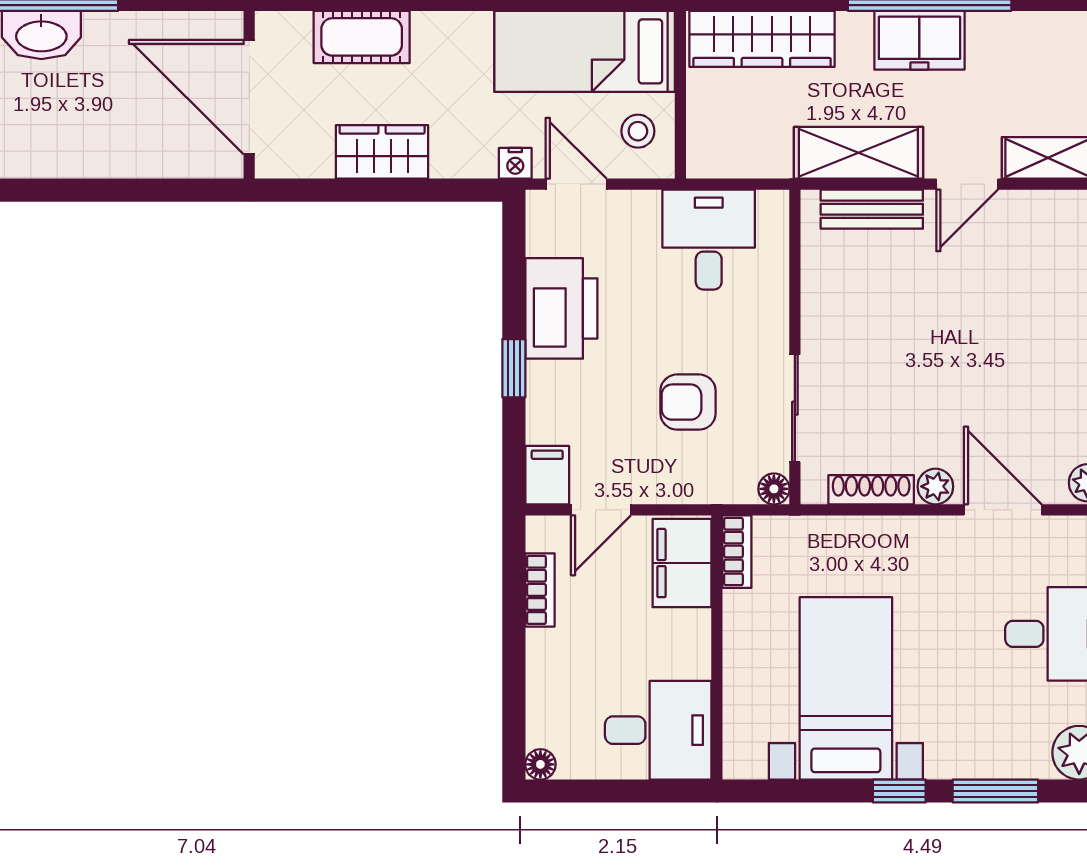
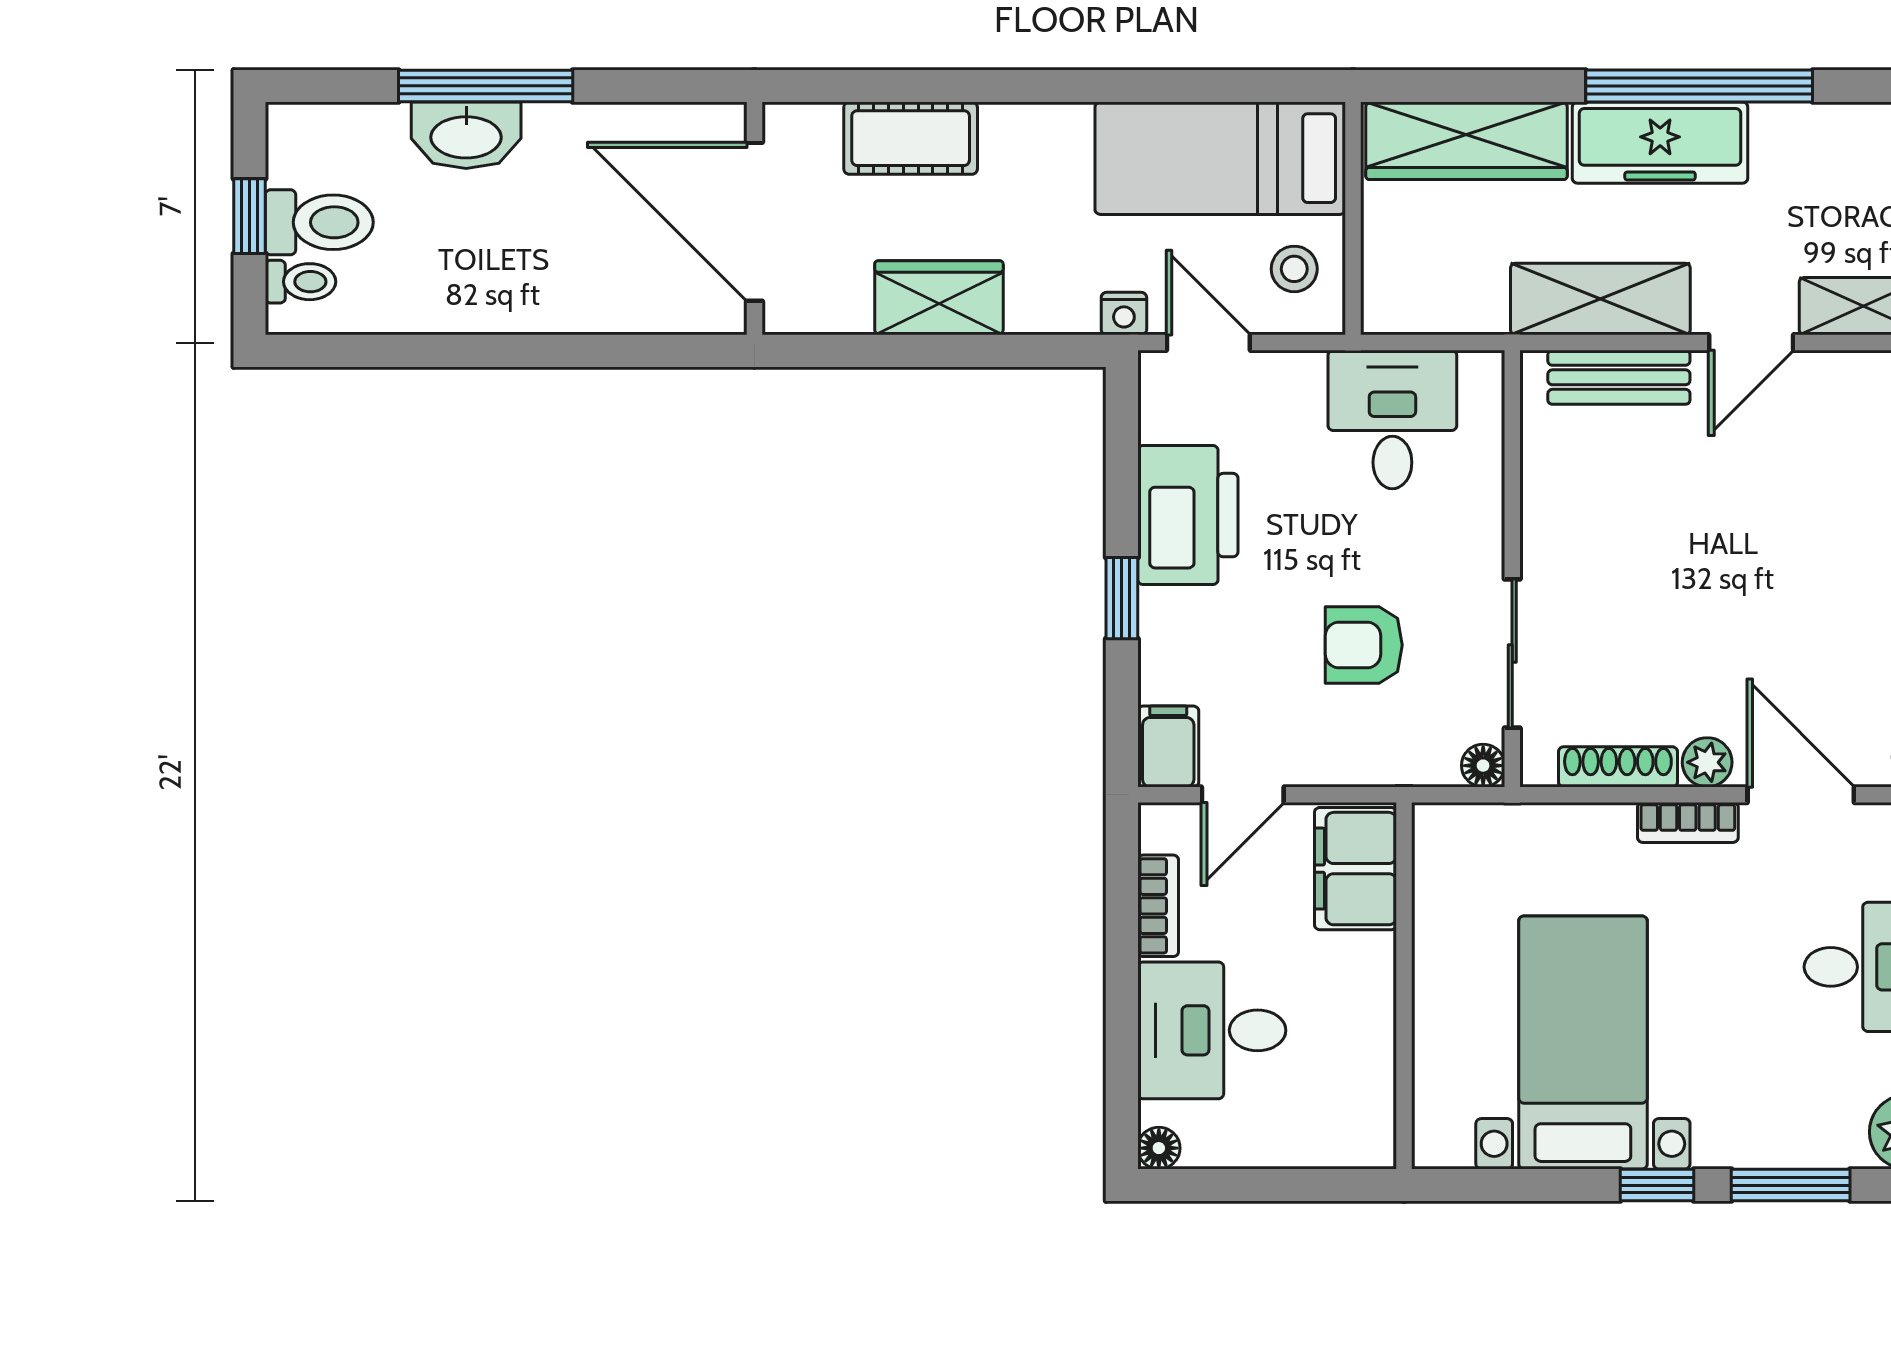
freezer: (919, 40) -> (1660, 143), width x1.40
bookcase: (737, 552) -> (1688, 822), moved, turned 90
desk: (658, 730) -> (1212, 1030), moved, turned 180

